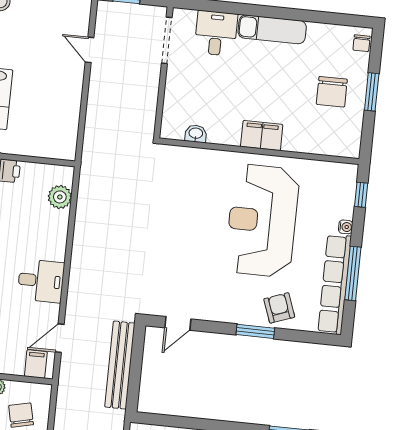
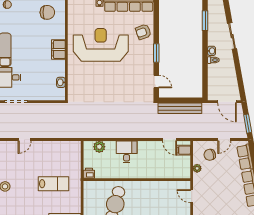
chair: (332, 92) -> (47, 12), moved
reception desk: (262, 221) -> (101, 45), turned 180
desk: (41, 281) -> (127, 152), moved
window: (255, 331) -> (156, 53), moved

